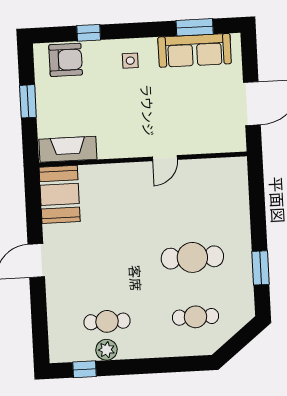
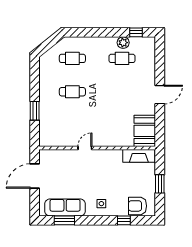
cafe table: (192, 257) -> (72, 92), width x0.73, depth x0.74
window: (260, 268) -> (35, 111), moved

